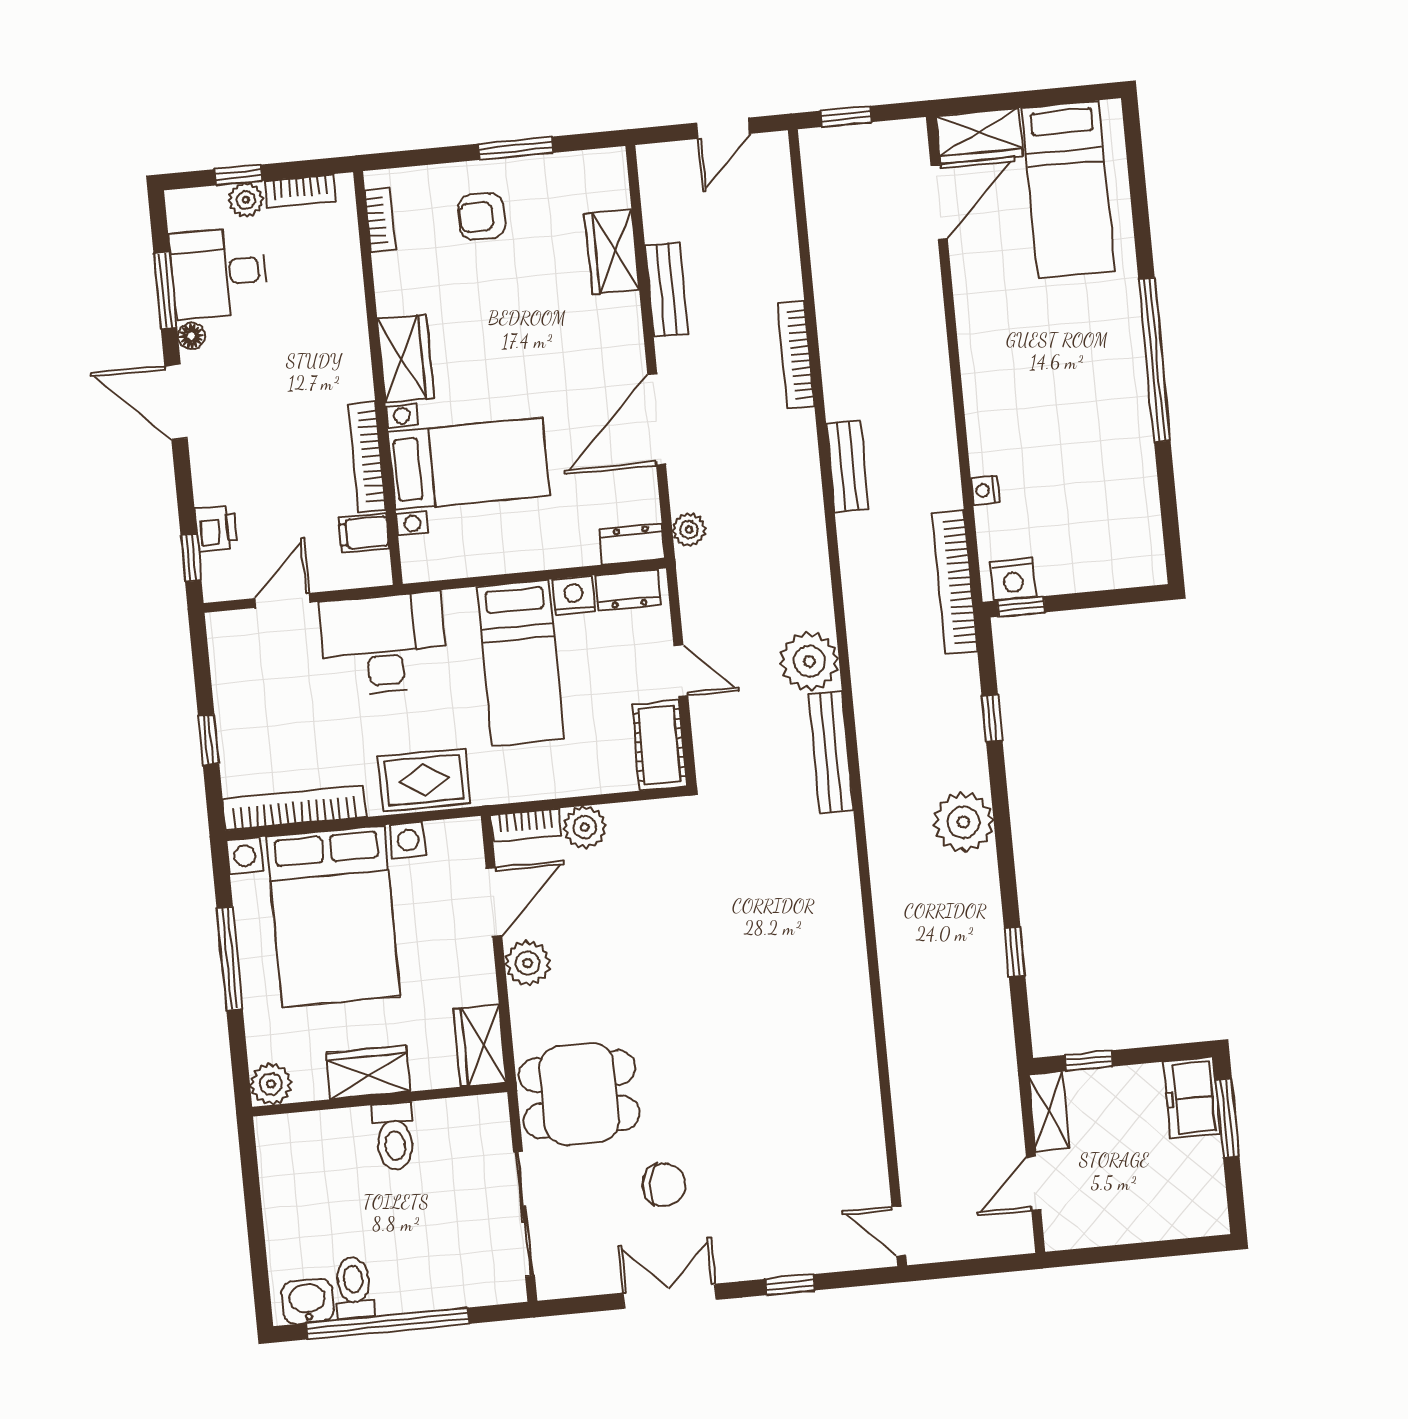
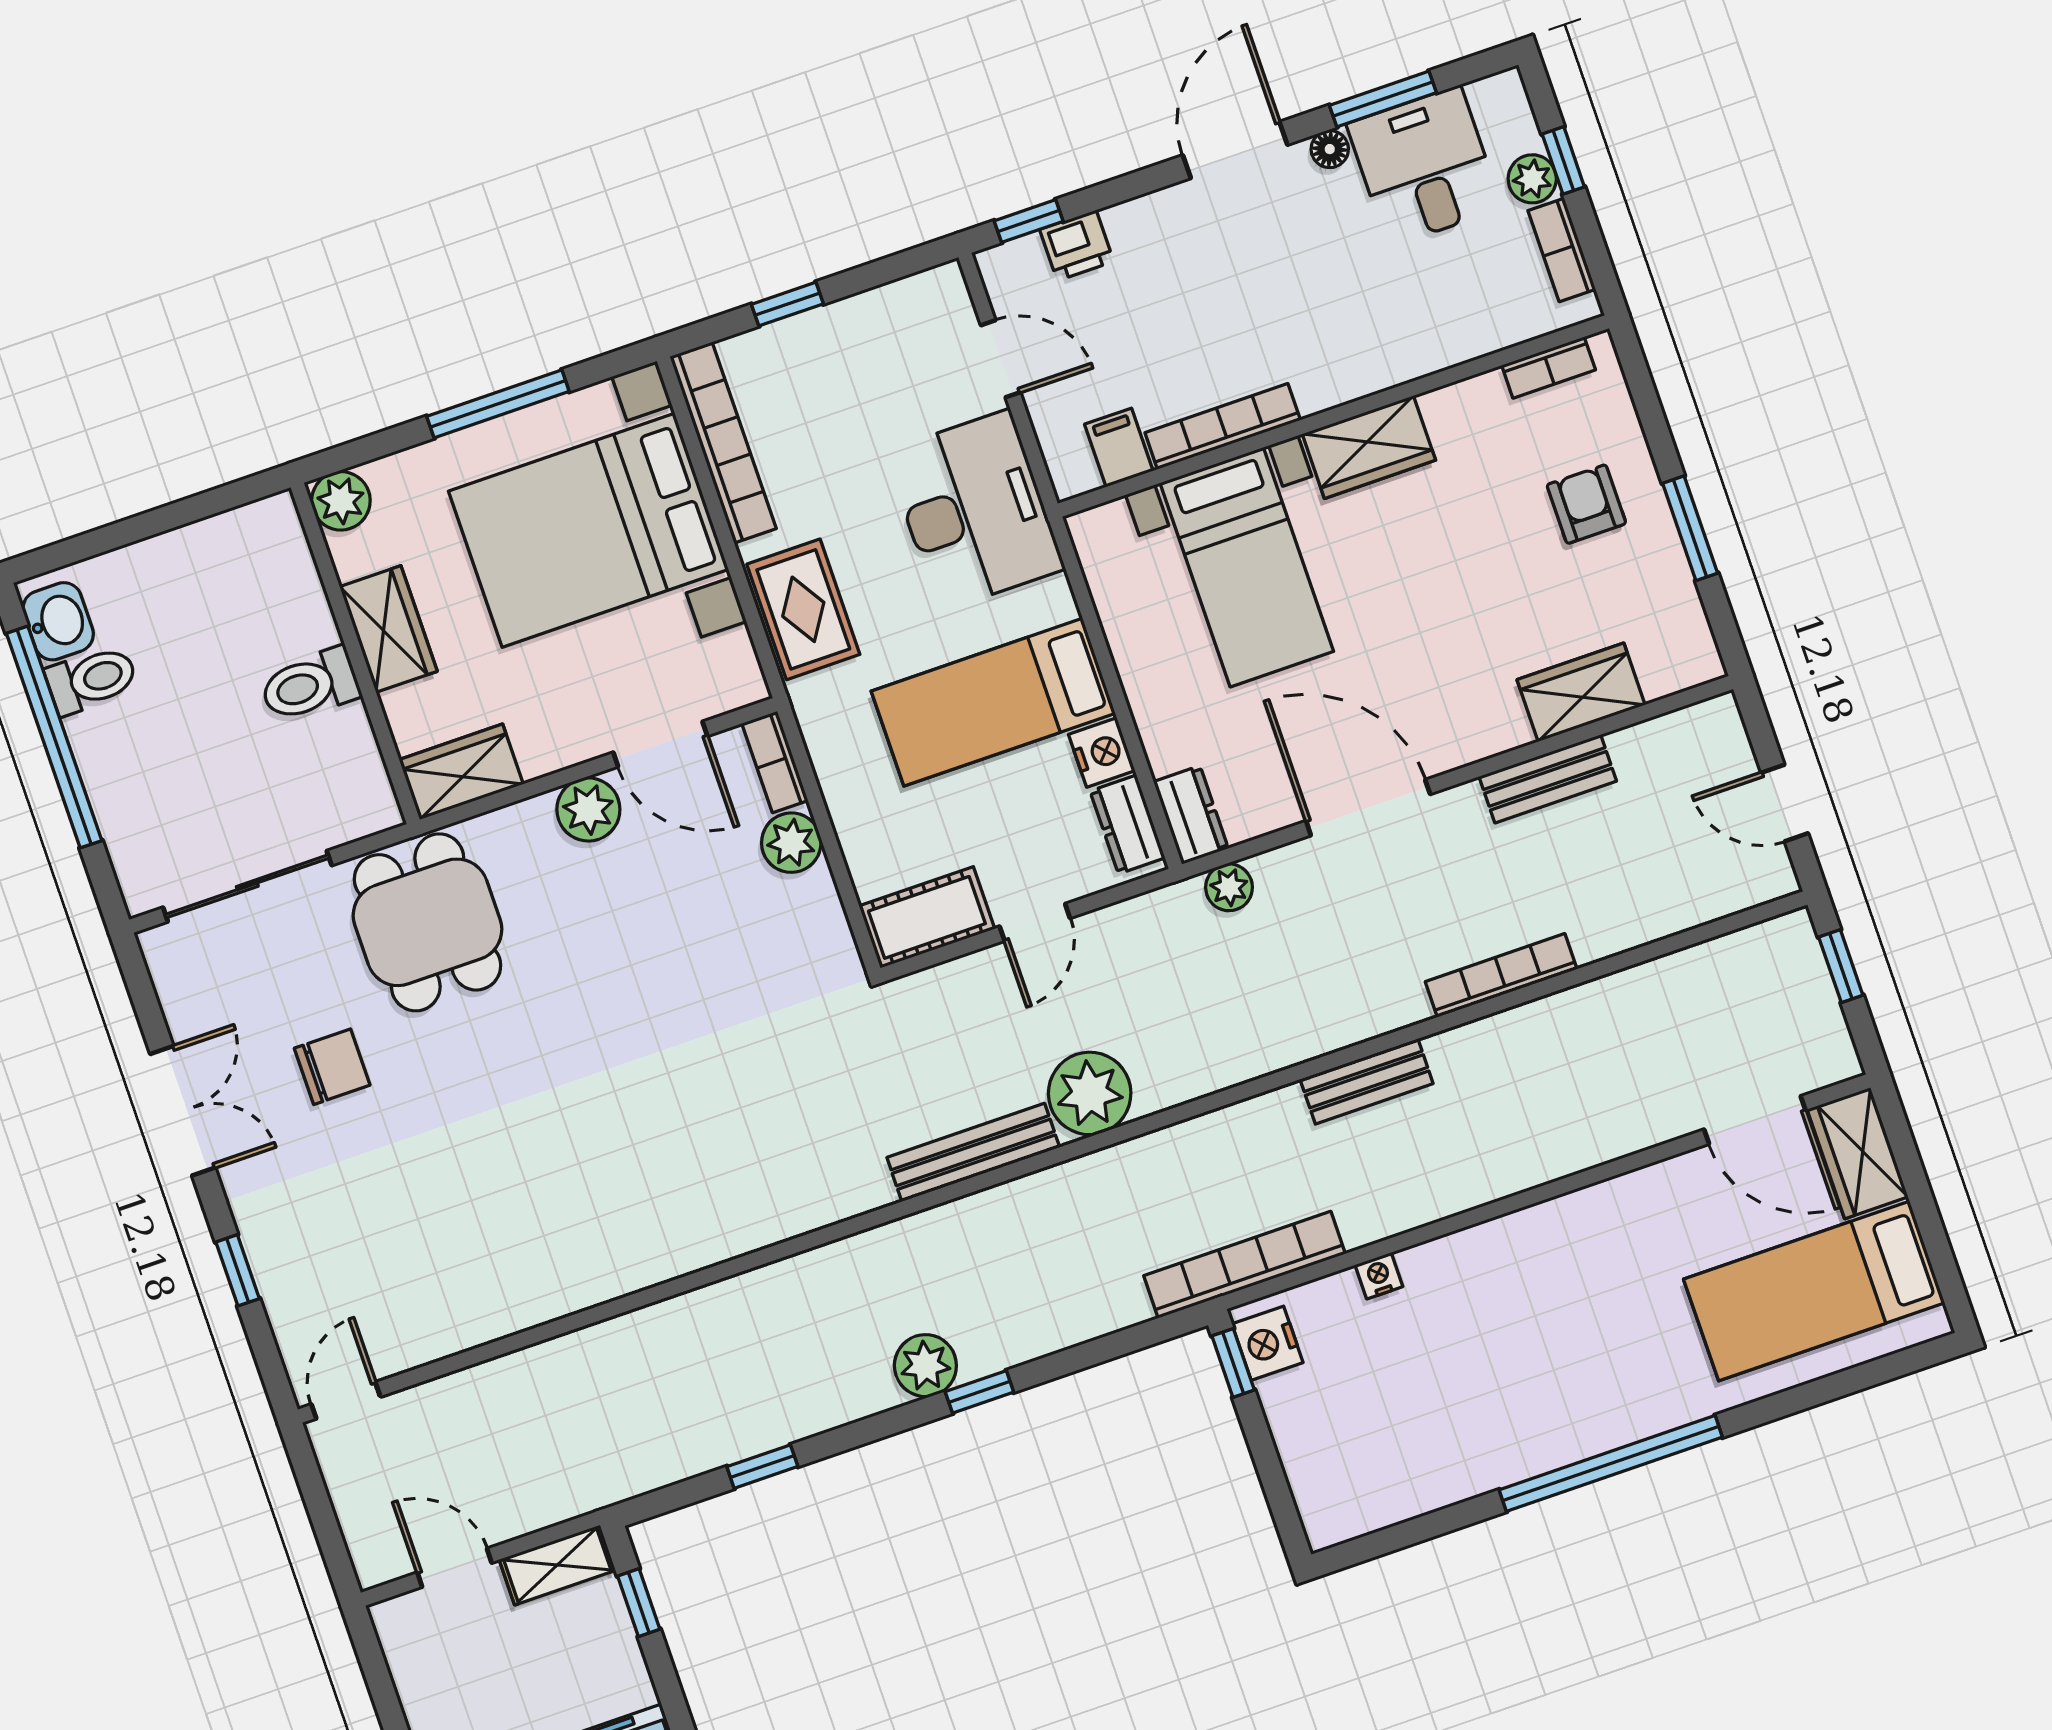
window: (992, 718) -> (979, 1392), moved
plant: (963, 822) -> (925, 1366), width x0.73, depth x0.73
chair: (664, 1185) -> (332, 1067), turned -99

